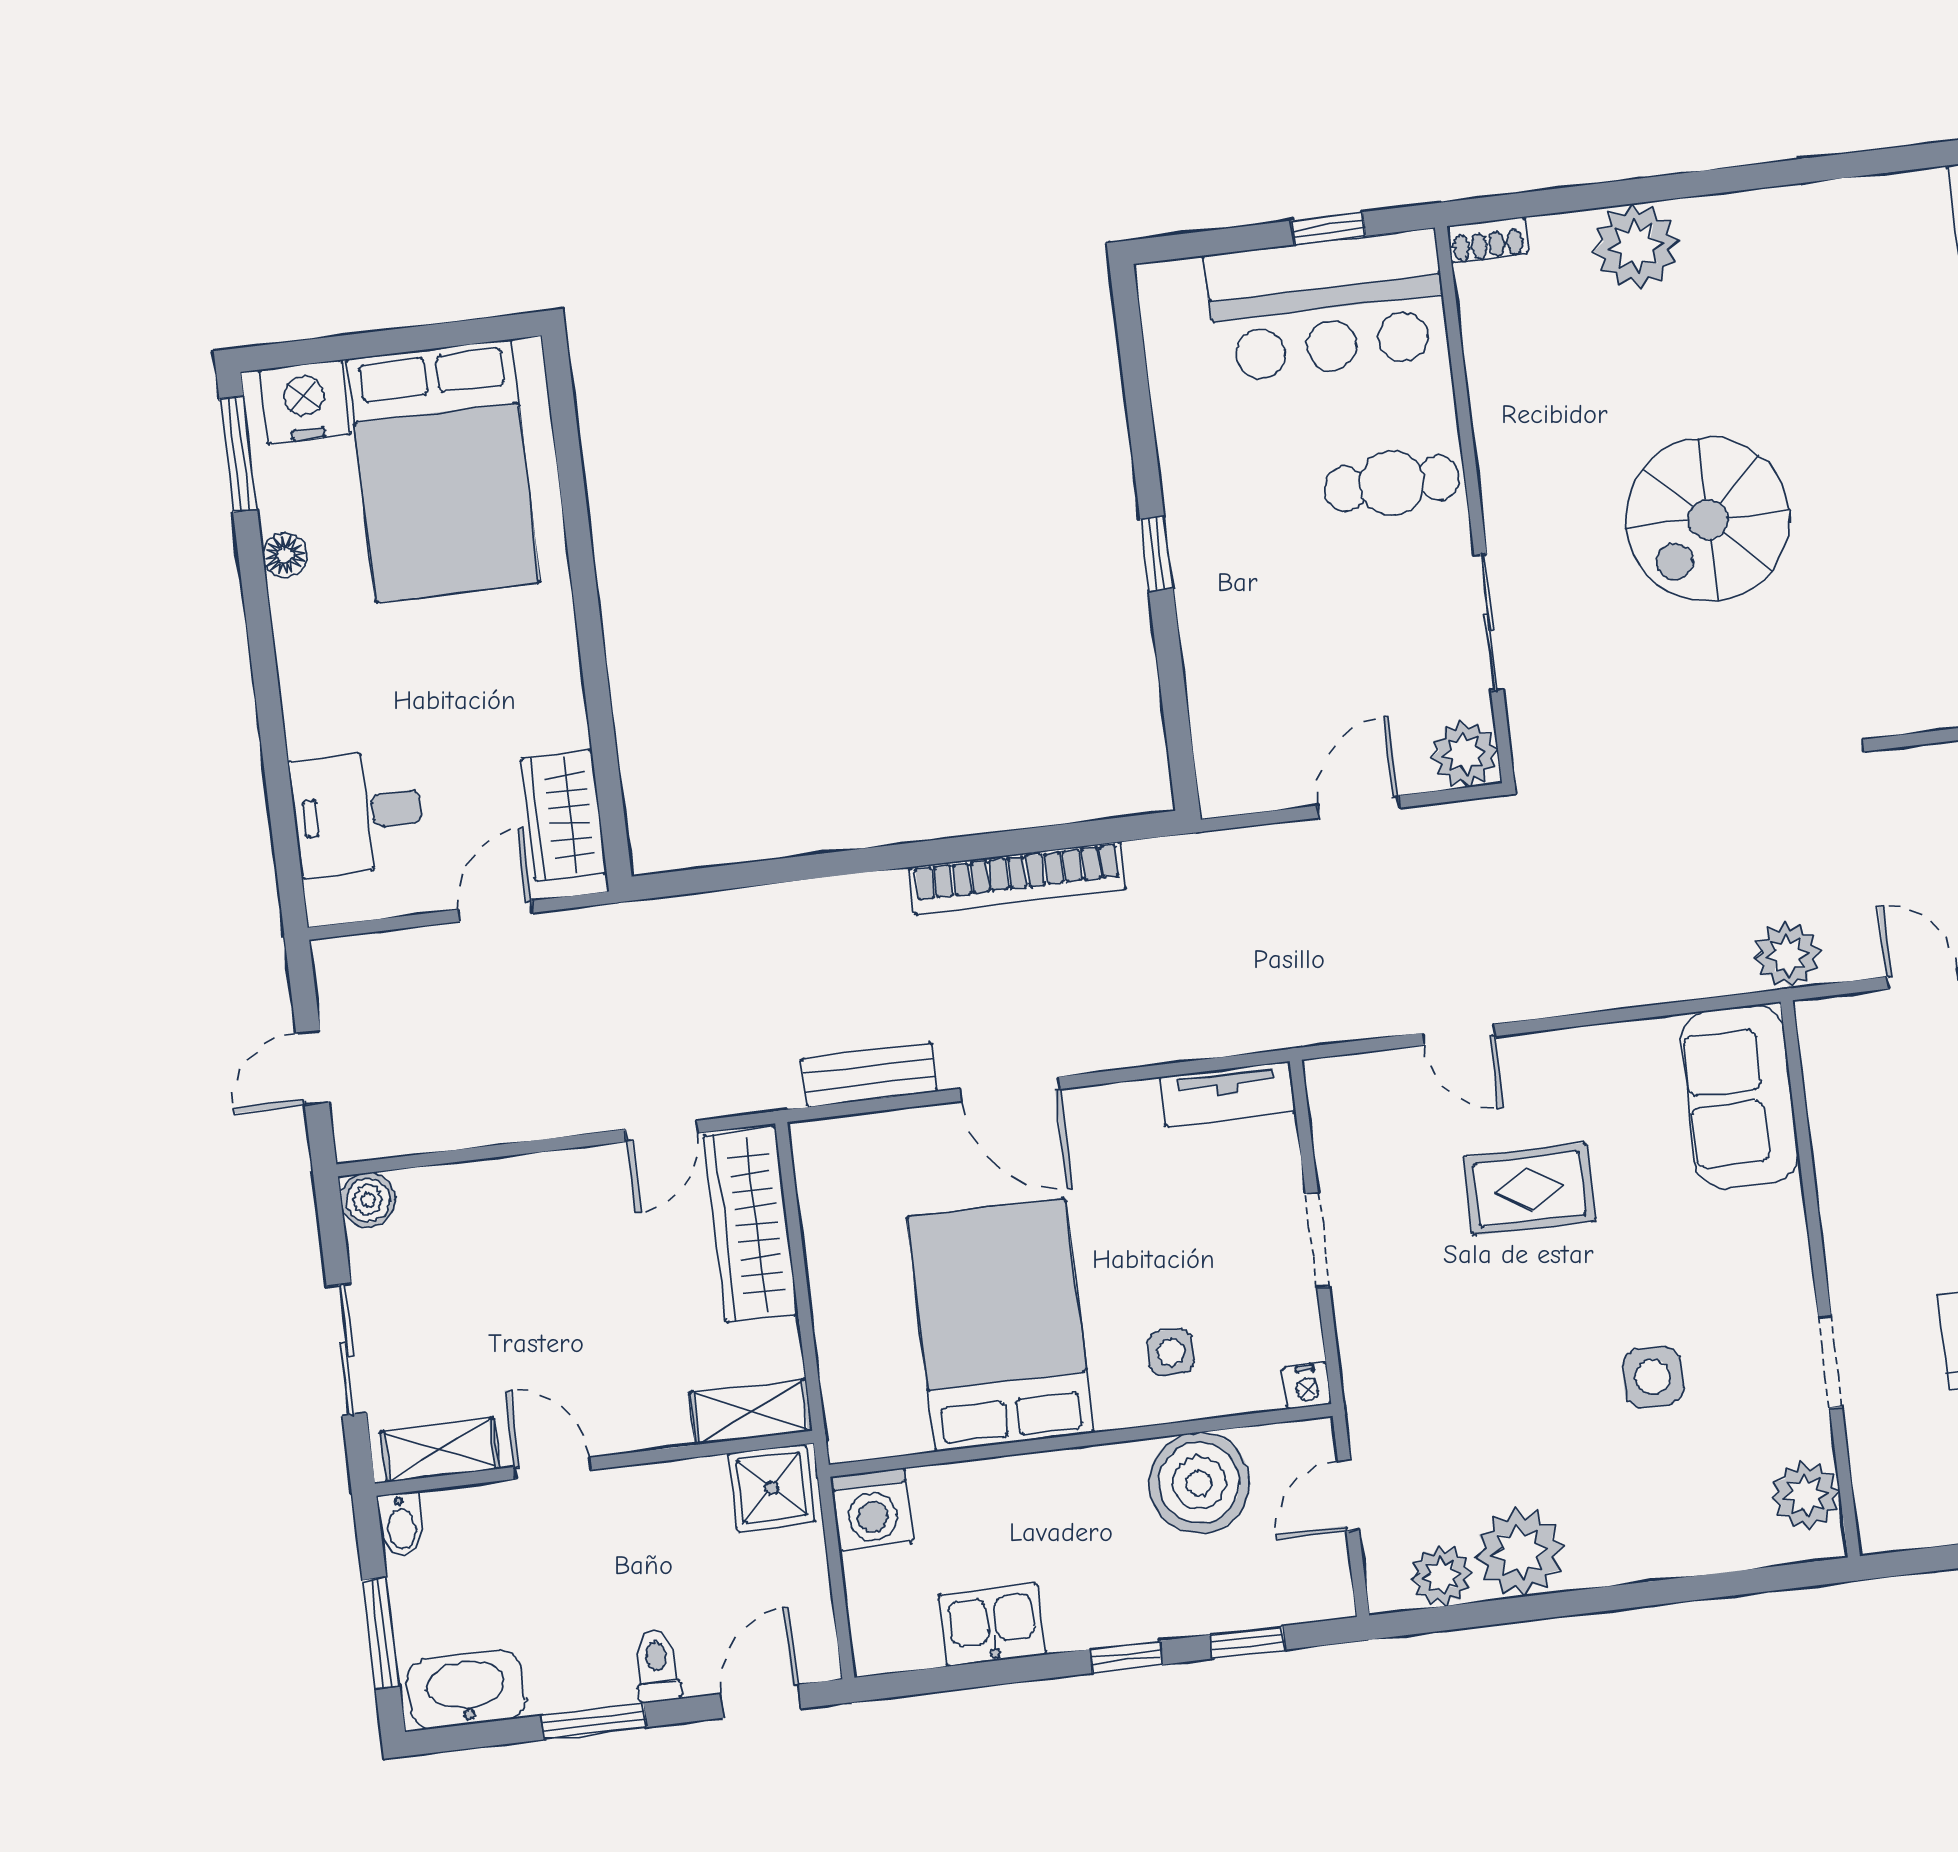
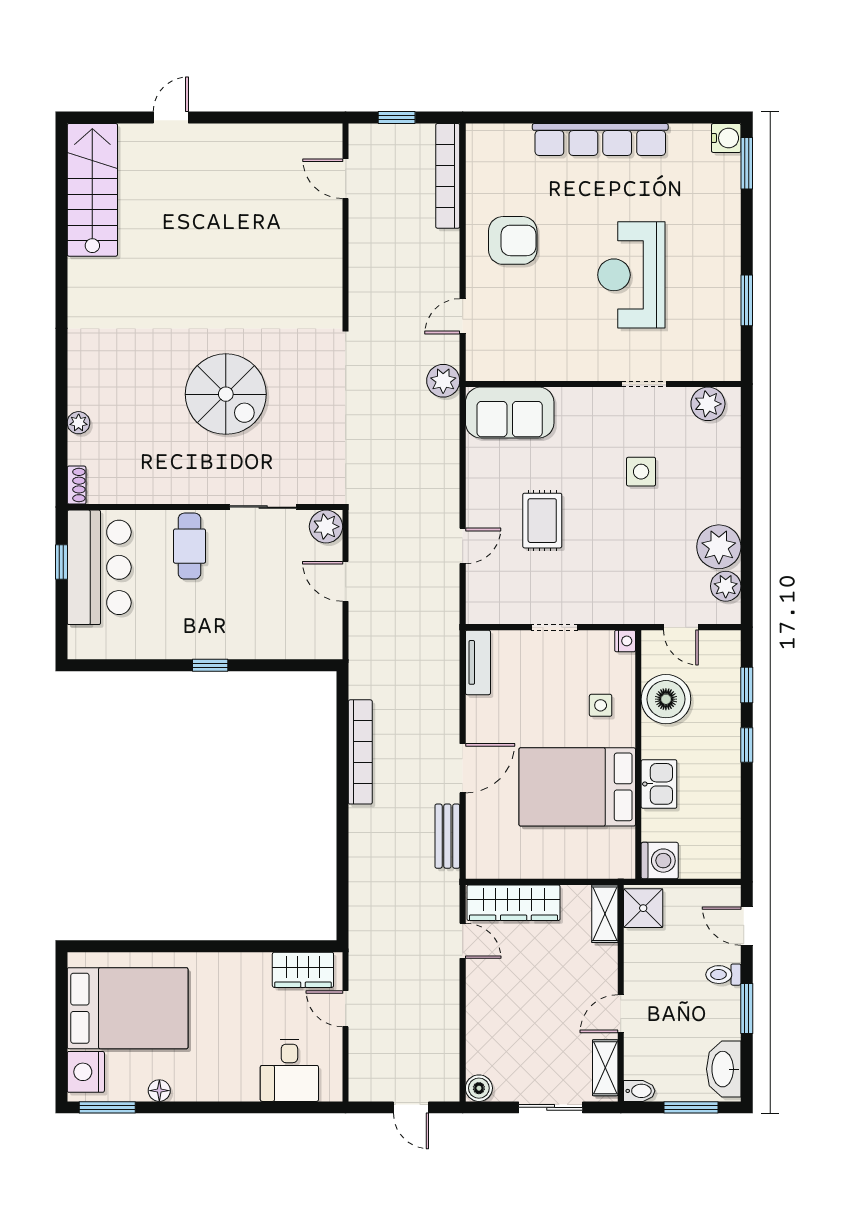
plant: (1636, 246) -> (79, 423), width x0.53, depth x0.53
kitchen sink: (992, 1625) -> (659, 784), moved, turned 180

